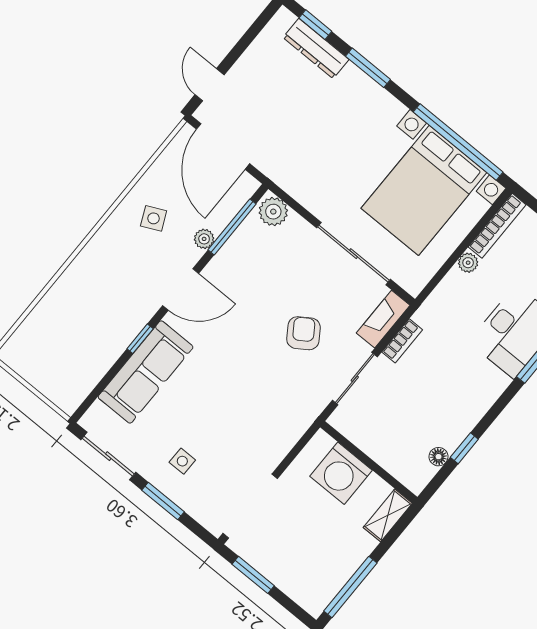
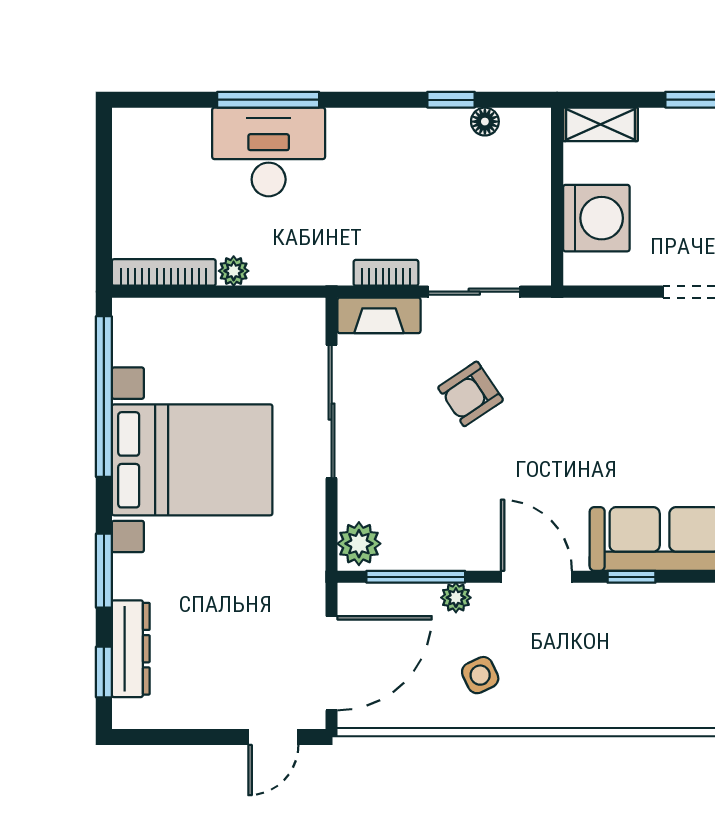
bed with nightstands: (424, 190) -> (192, 460), moved

